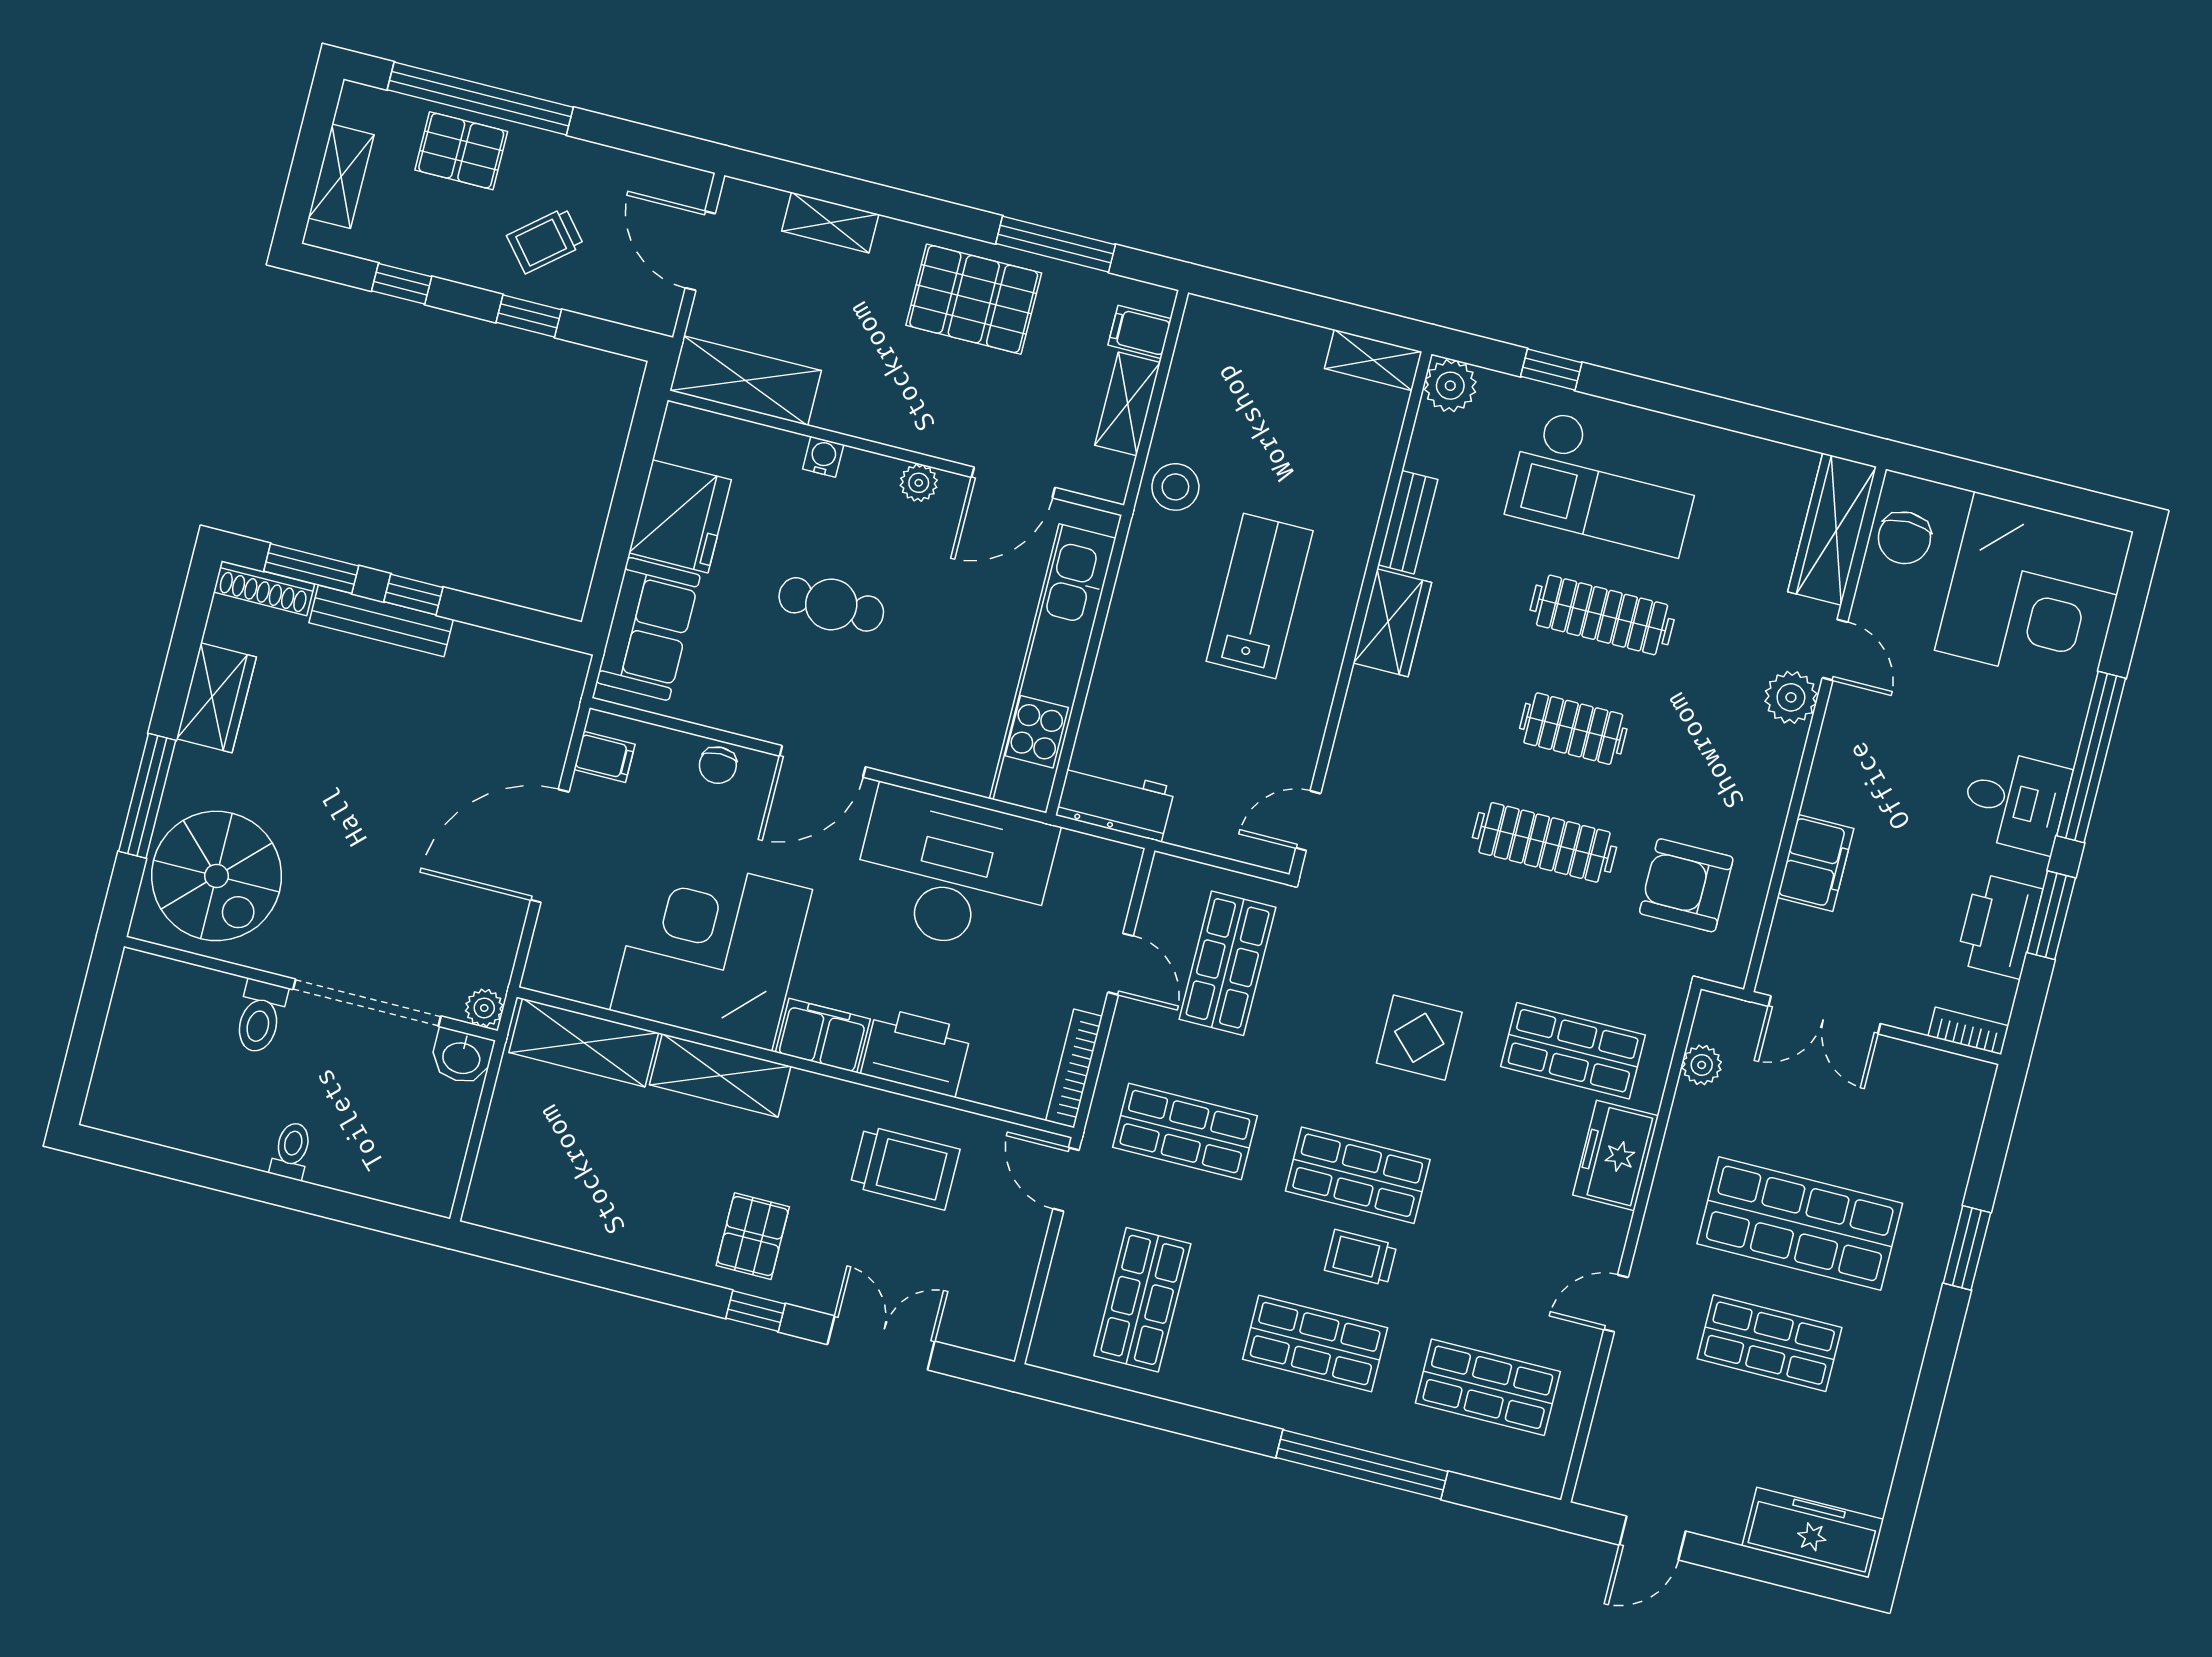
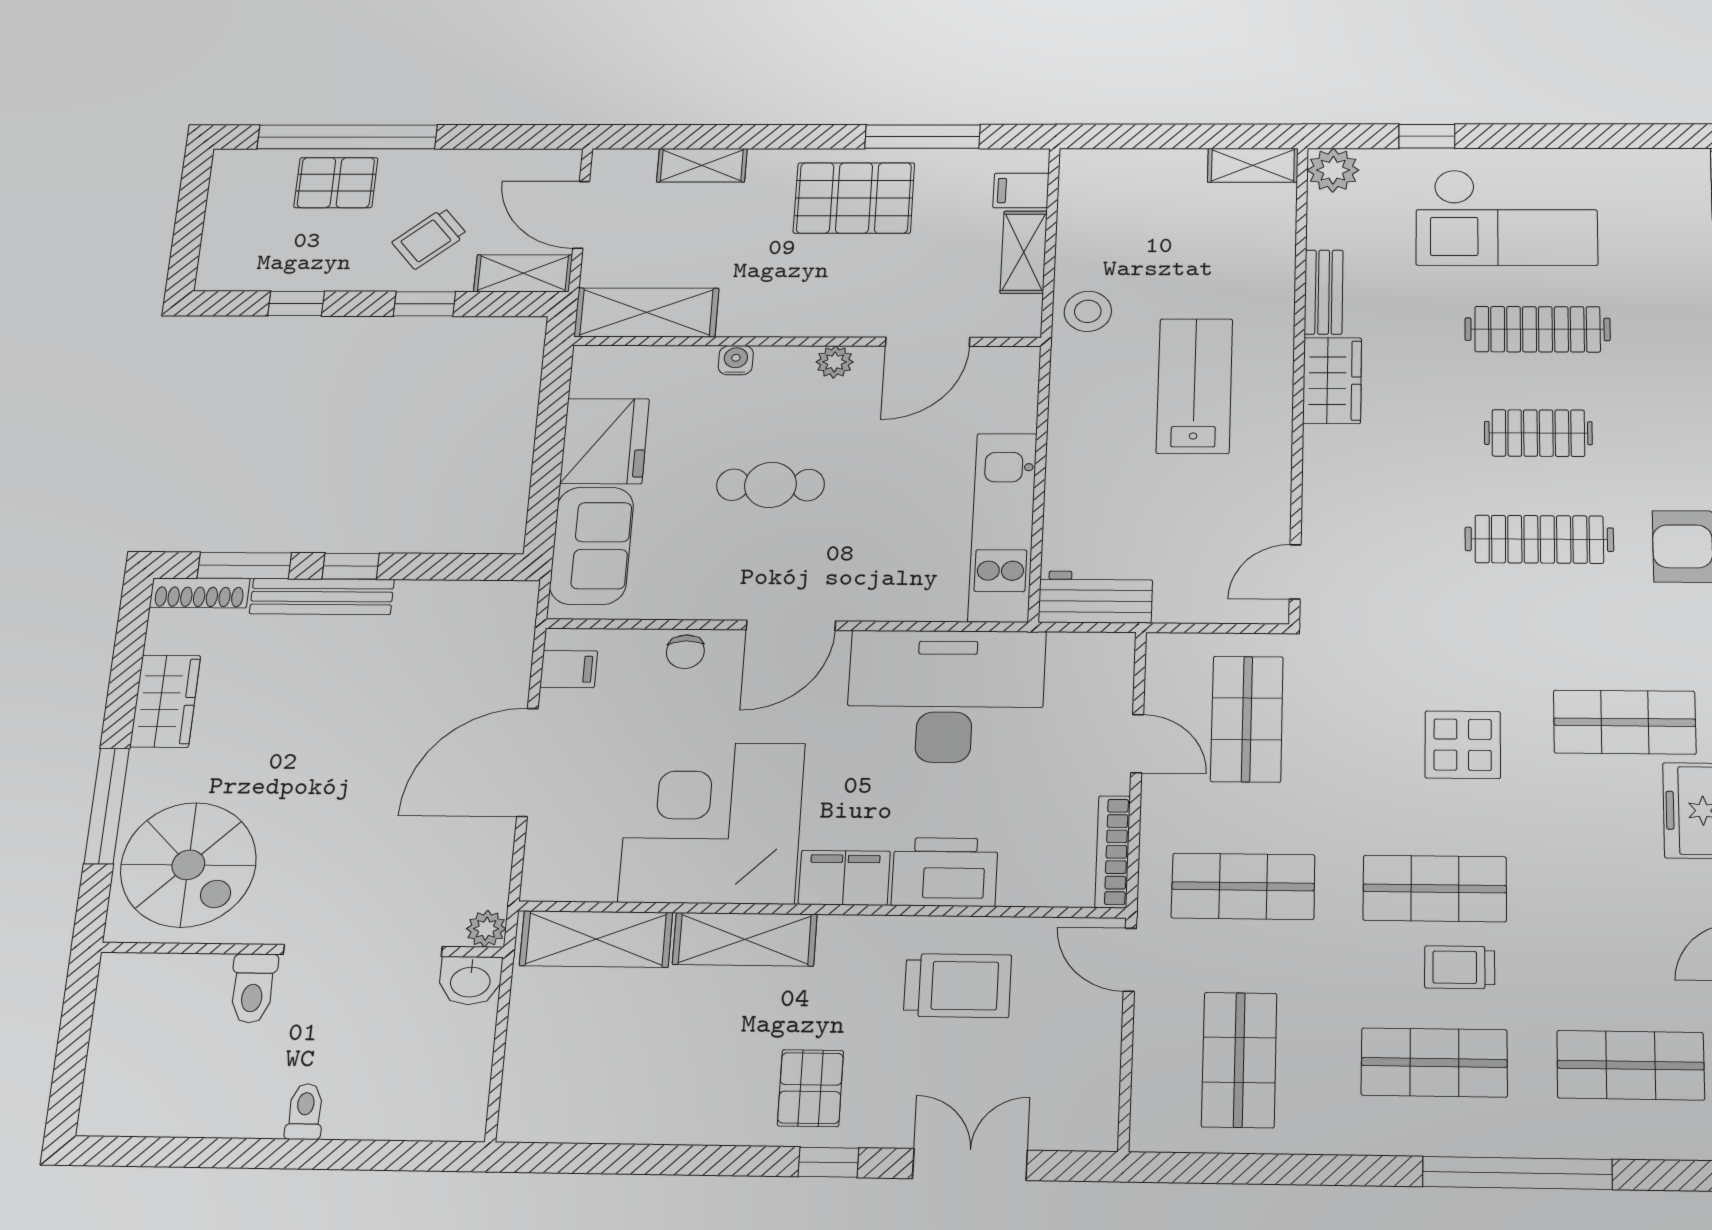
shelving: (341, 176) -> (523, 273), moved, turned 90
kitchen unit: (1053, 668) -> (1003, 527), width x0.73

